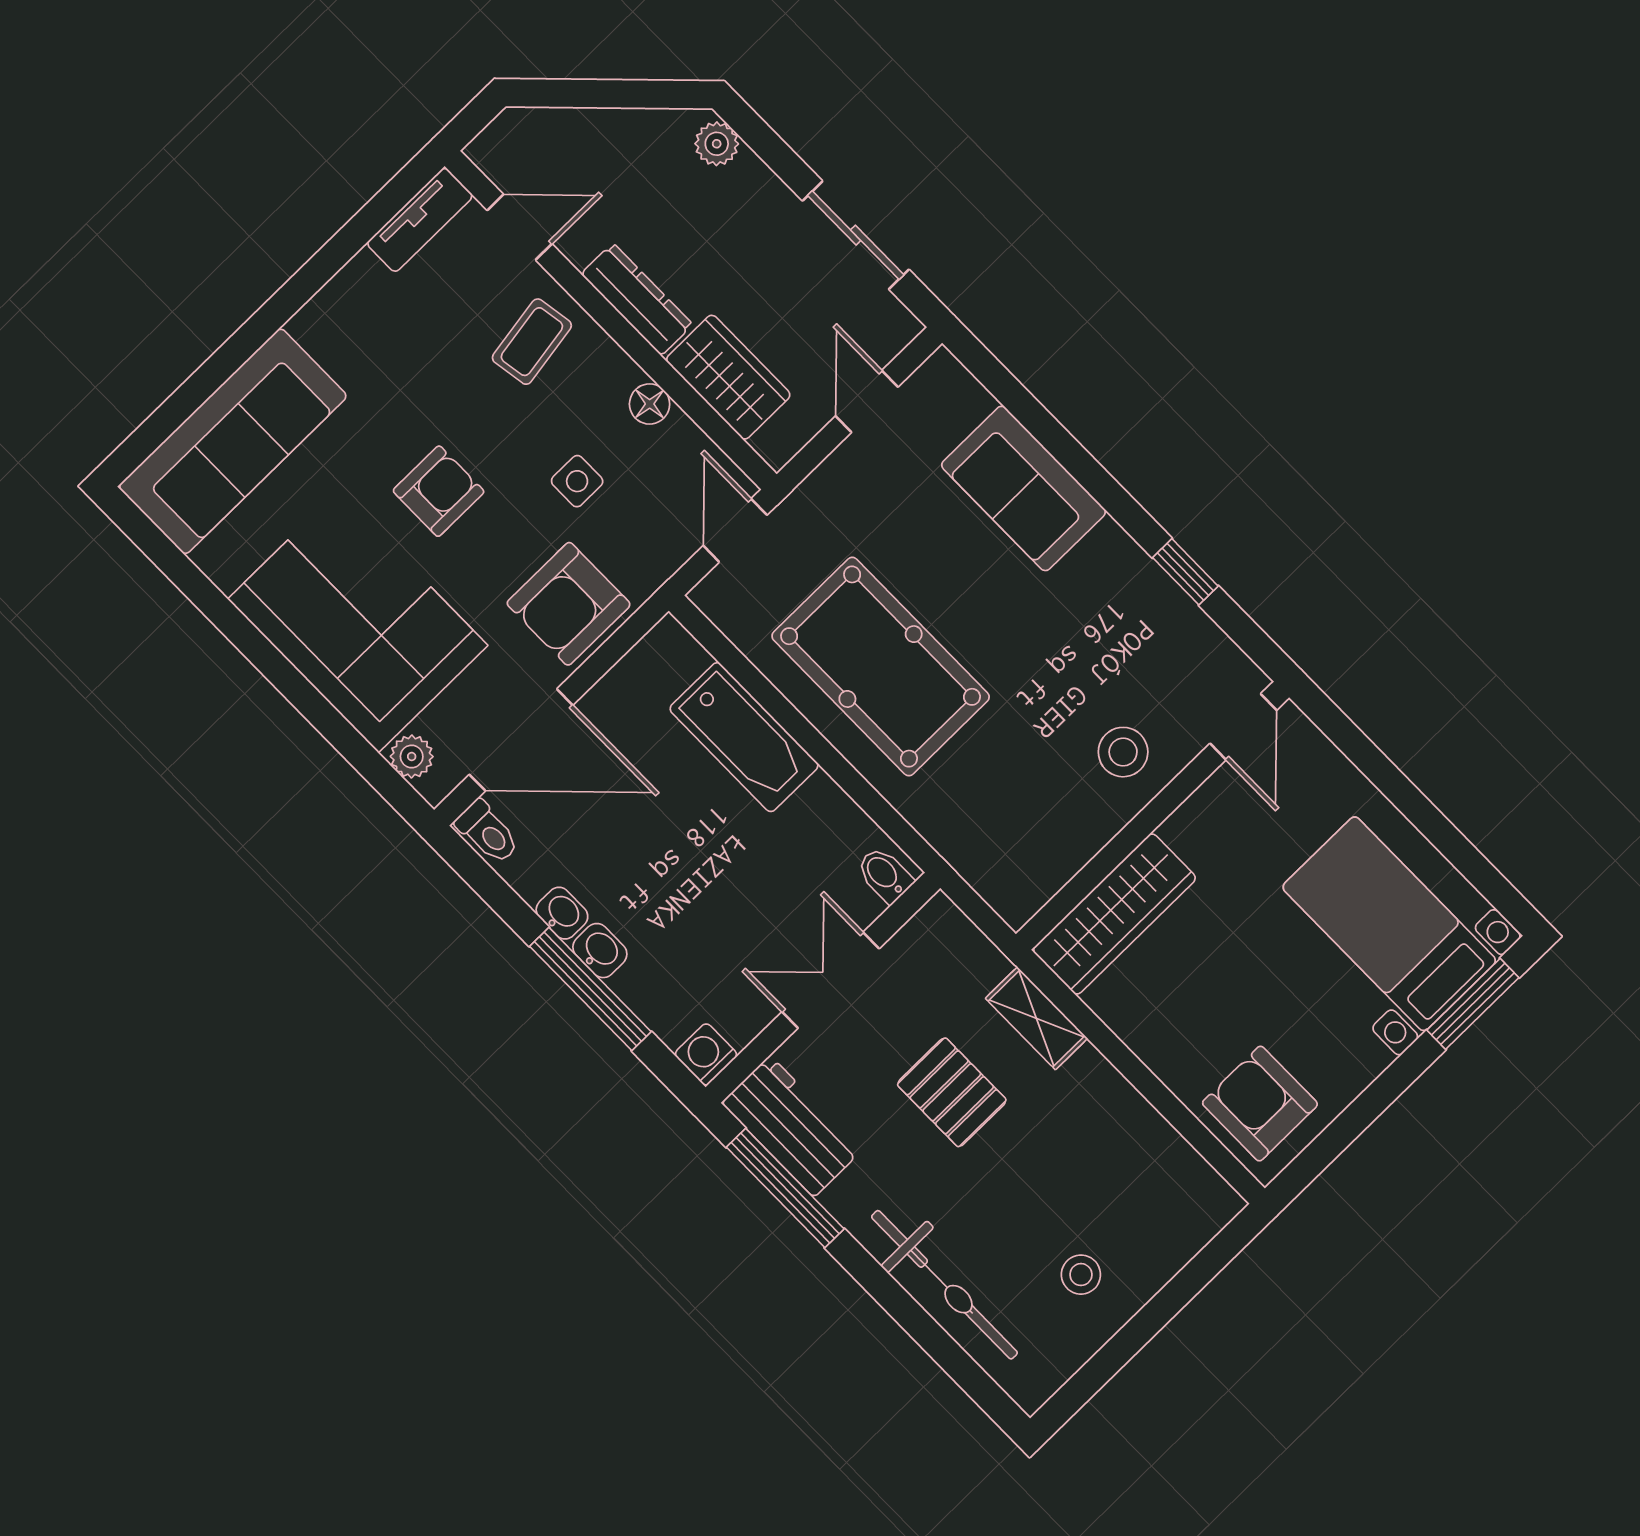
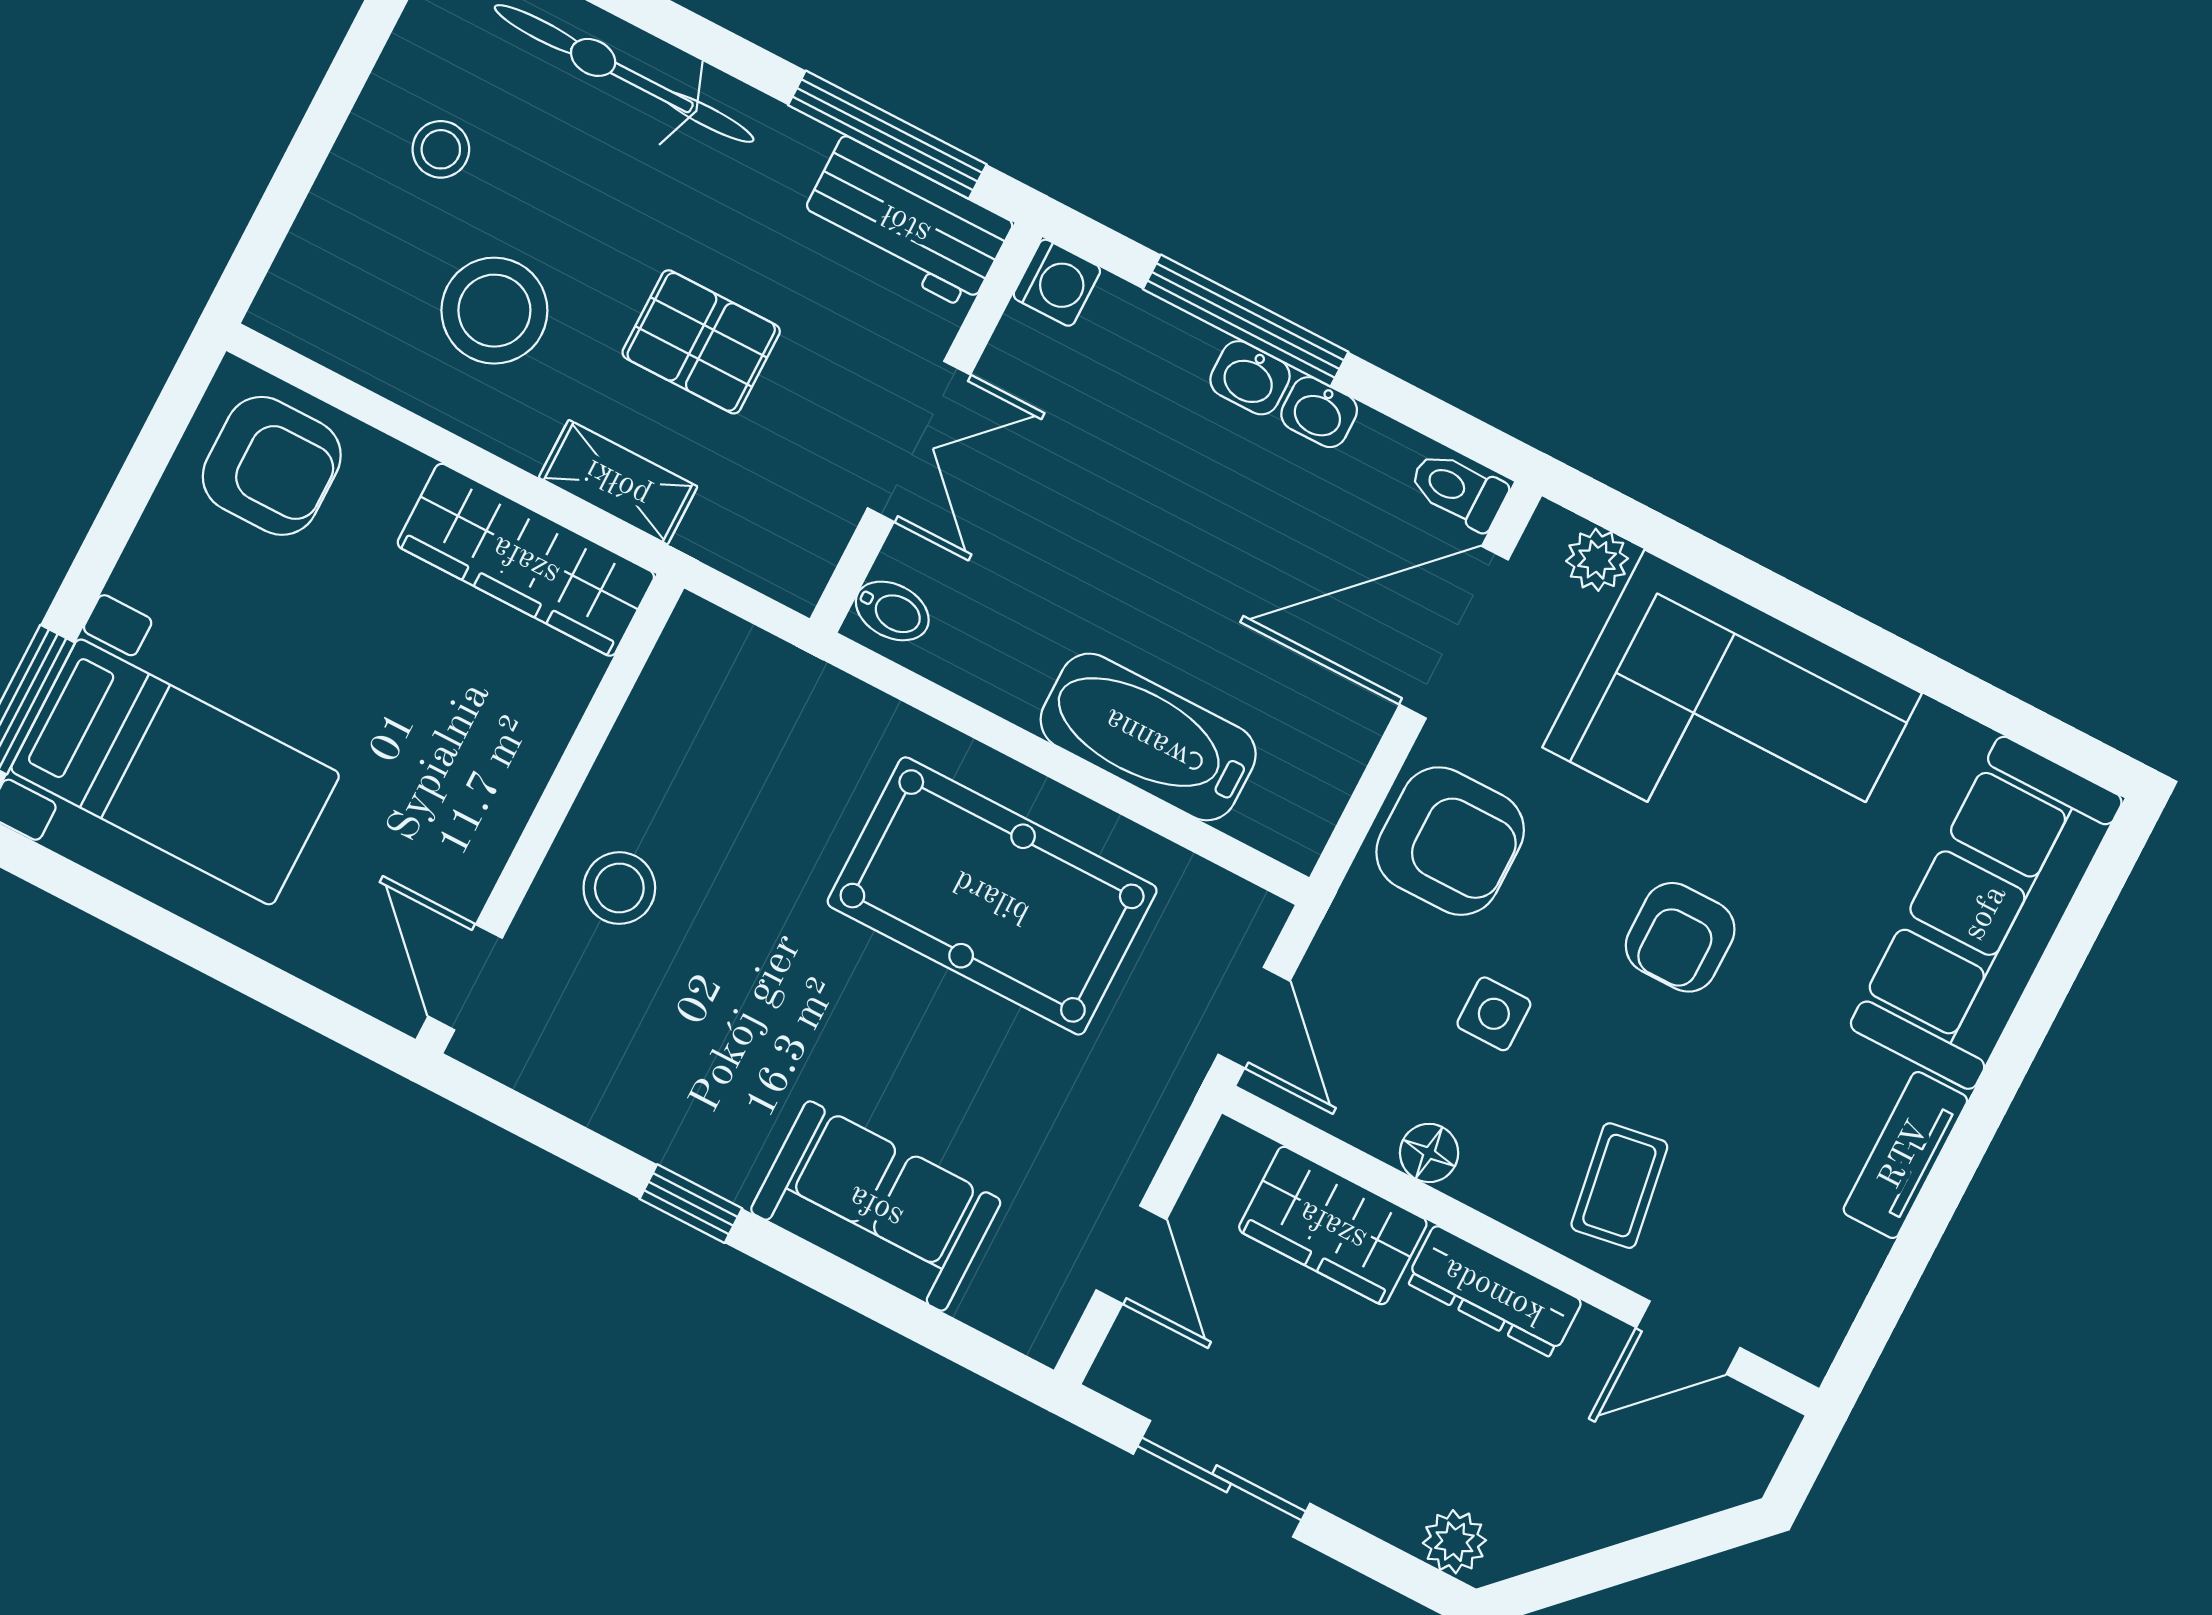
tv unit: (420, 220) -> (1905, 1155), moved
window: (1185, 572) -> (691, 1204), moved
armchair: (569, 604) -> (1450, 841), turned 90
wardrobe: (1114, 914) -> (526, 560), moved, turned -90
stool: (1081, 1157) -> (494, 311), added

